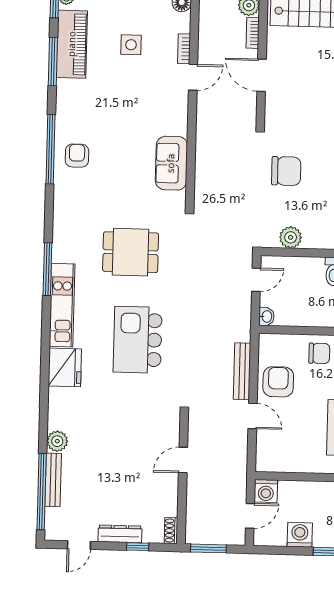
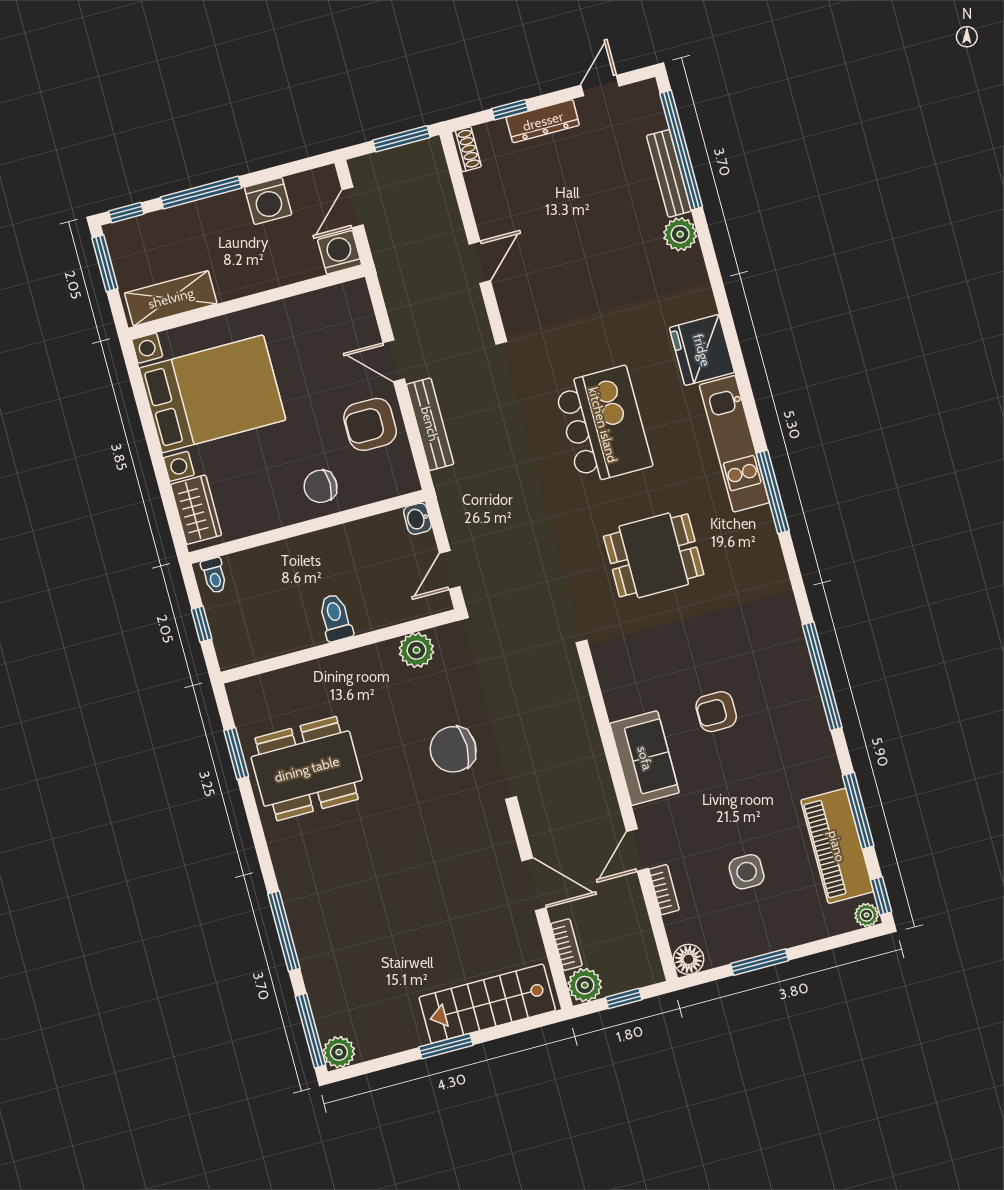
armchair: (77, 156) -> (716, 712), moved, turned 90
sofa: (171, 163) -> (645, 758), moved
armchair: (278, 382) -> (370, 424), turned 90

